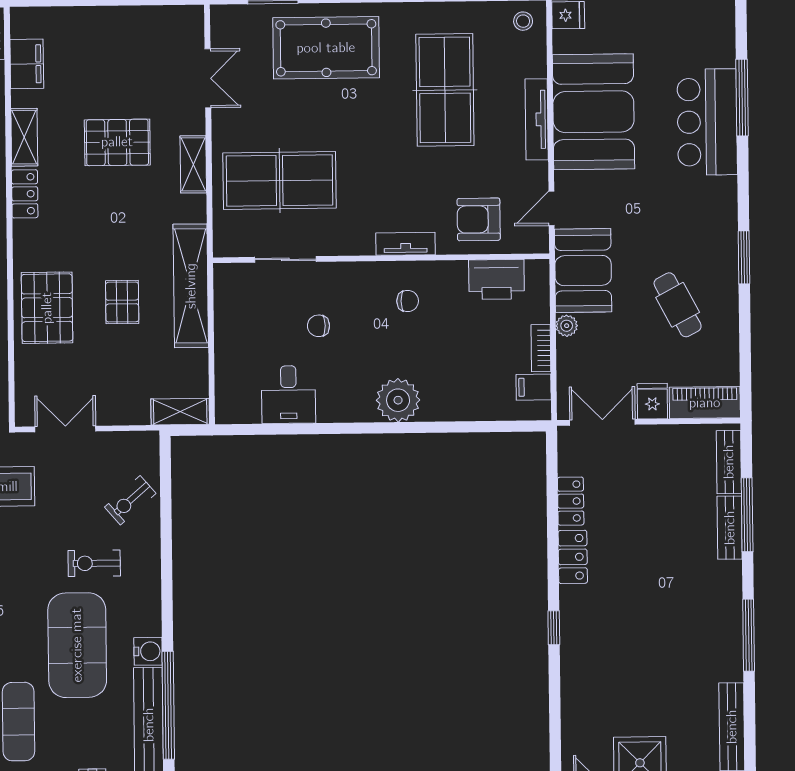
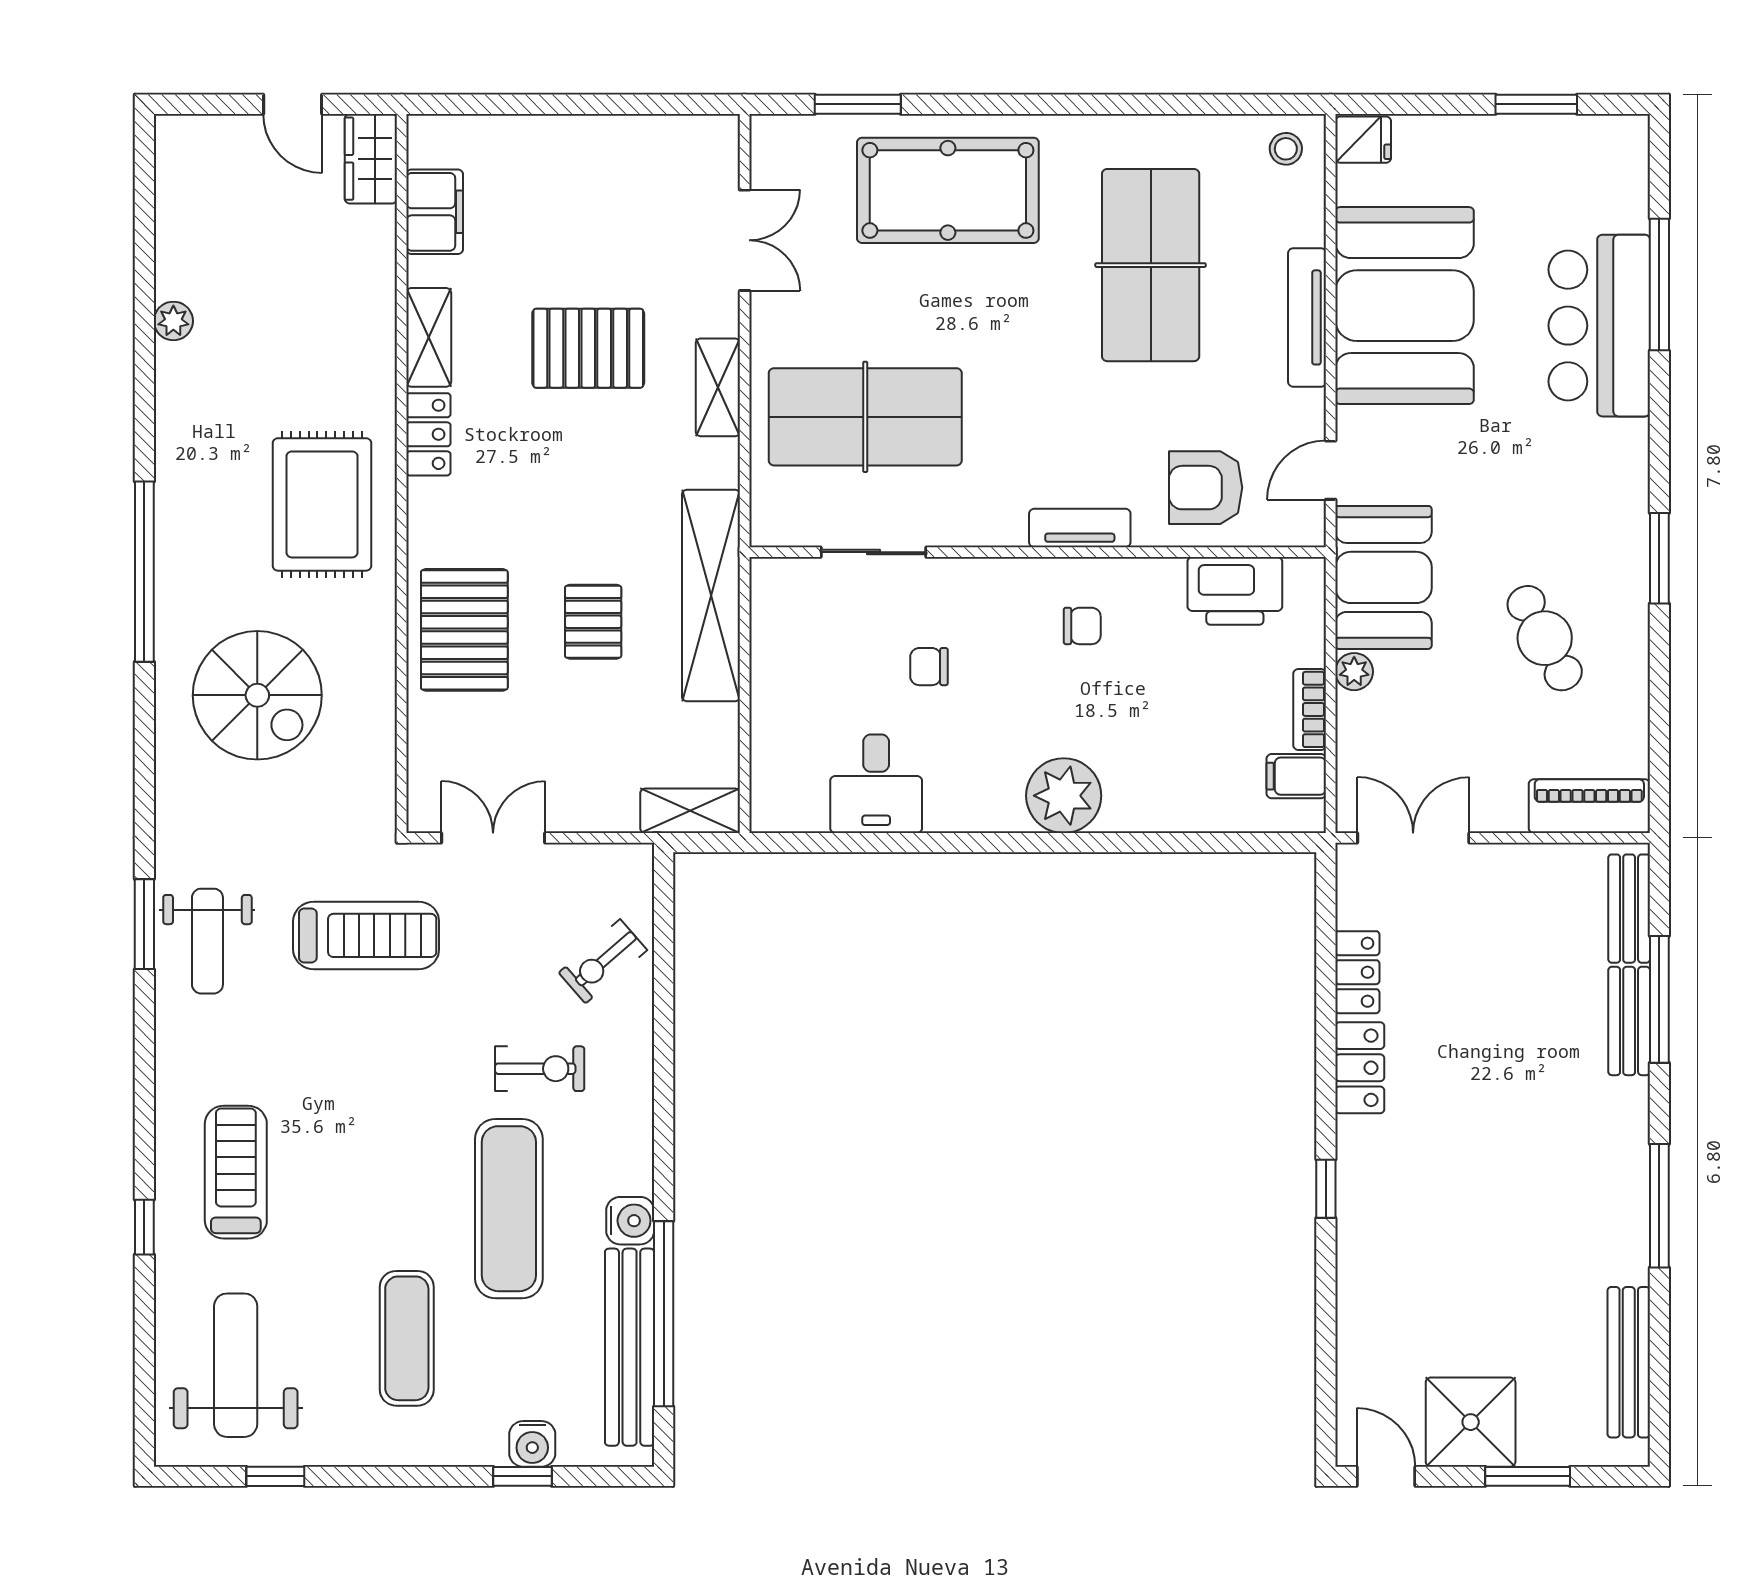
fridge: (652, 401) -> (1499, 803), removed
exercise bike: (94, 563) -> (540, 1069), turned 180
exercise mat: (77, 645) -> (509, 1209), width x0.68

